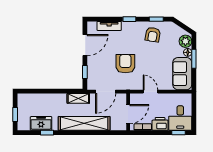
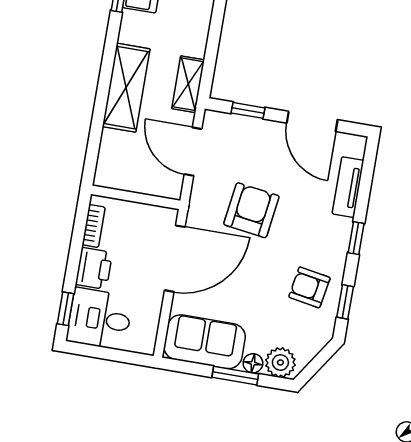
armchair: (125, 64) -> (251, 210), turned -82
door: (150, 92) -> (175, 259), width x1.88
door: (128, 114) -> (130, 196), removed
shelving: (84, 123) -> (126, 88), width x0.68

